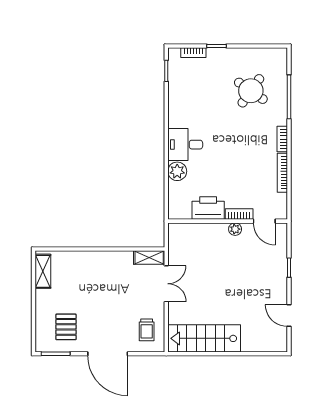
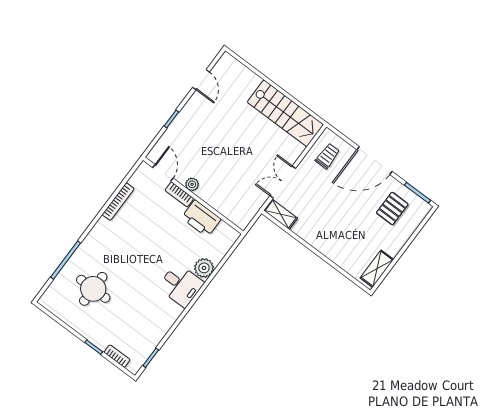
round table: (251, 91) -> (93, 289), turned -35
bookcase: (282, 139) -> (97, 230), removed
door: (108, 354) -> (375, 160), swing flipped

